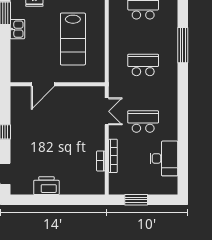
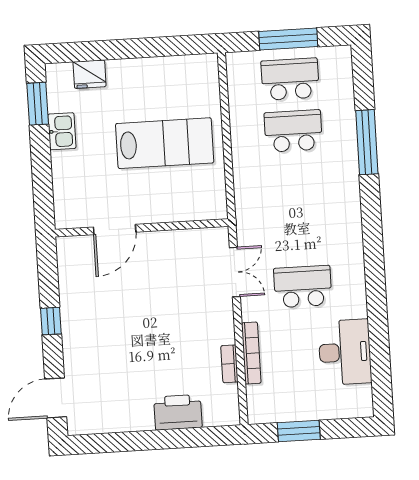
lab bench: (73, 39) -> (165, 143), turned -90
school desk: (143, 65) -> (293, 131), moved
printer: (46, 186) -> (178, 412), moved

